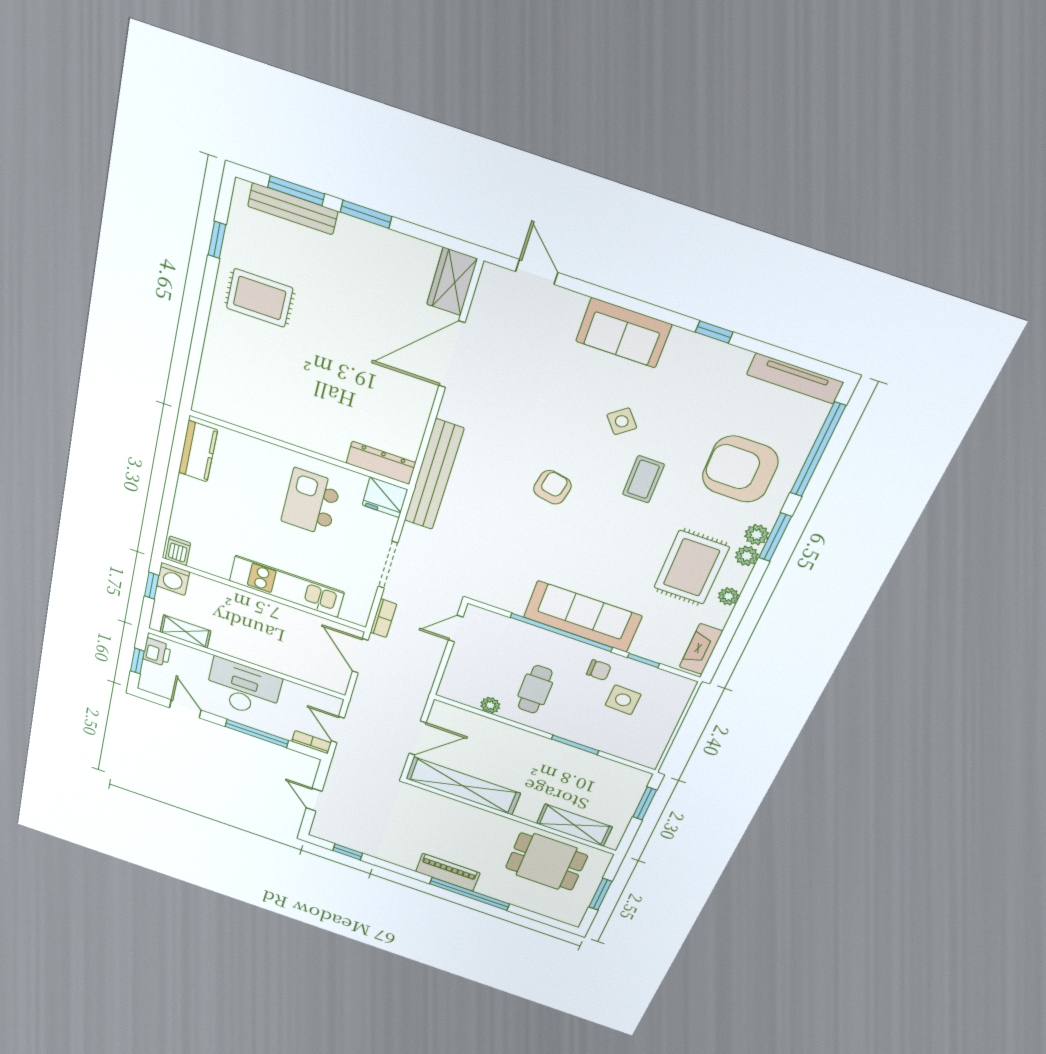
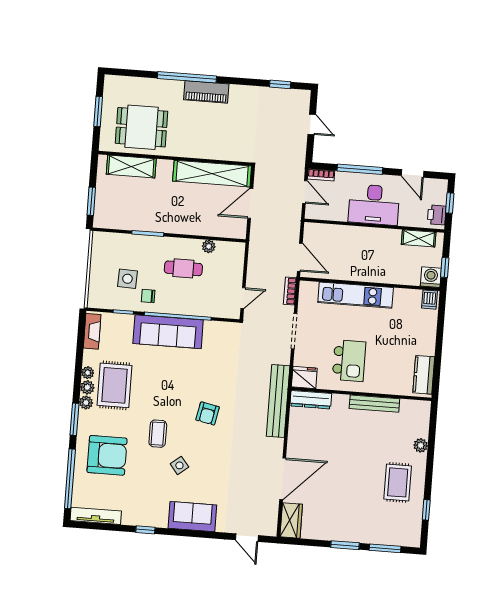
bench: (293, 209) -> (374, 404), moved
rug: (260, 298) -> (398, 482), turned 90
plant: (215, 347) -> (421, 445), added
plant: (757, 535) -> (87, 387), moved
cafe table: (535, 689) -> (183, 268), turned 90

